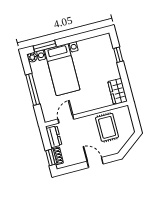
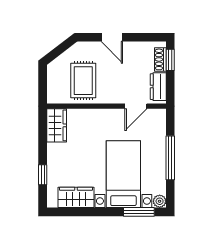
wardrobe: (91, 45) -> (76, 197), added

